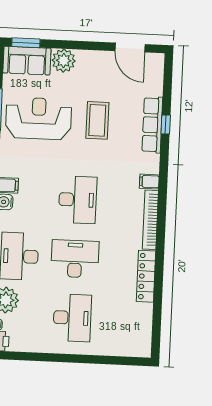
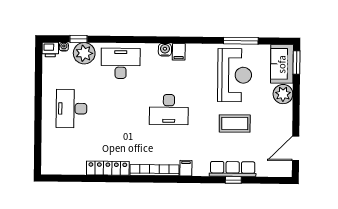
desk: (75, 259) -> (120, 109), removed
desk: (72, 318) -> (71, 109), turned 90

